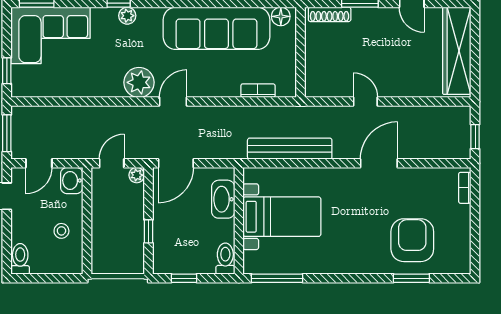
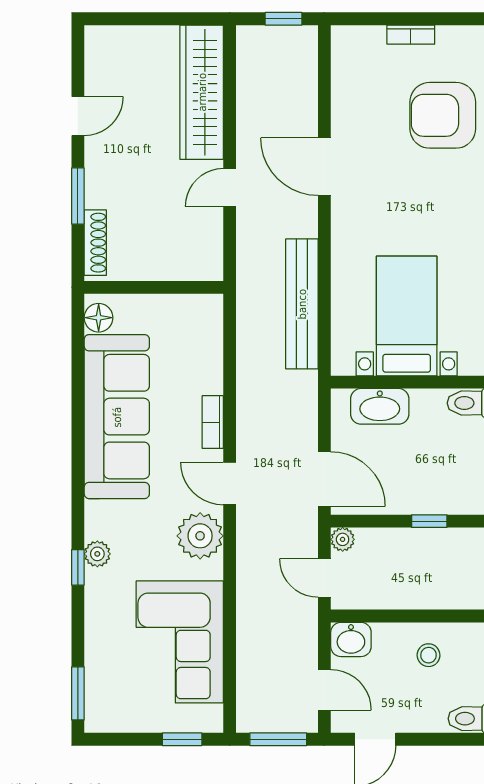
corner sofa: (51, 35) -> (180, 642), moved, turned 180
wardrobe: (457, 51) -> (202, 92), moved, turned 90
bookcase: (258, 91) -> (213, 422), moved
bookcase: (465, 188) -> (411, 35), moved

